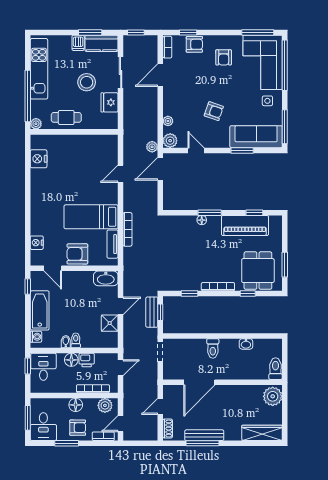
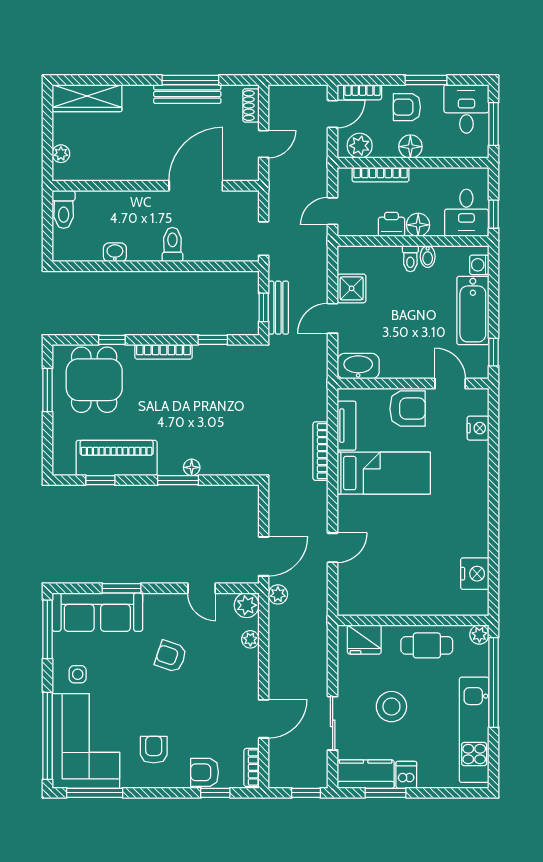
fridge: (109, 102) -> (364, 640), moved, turned 90
plant: (273, 396) -> (61, 154), width x0.53, depth x0.53

